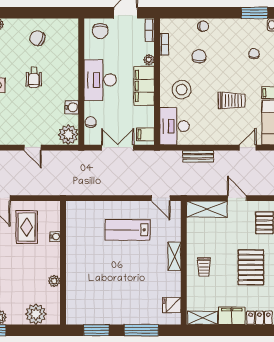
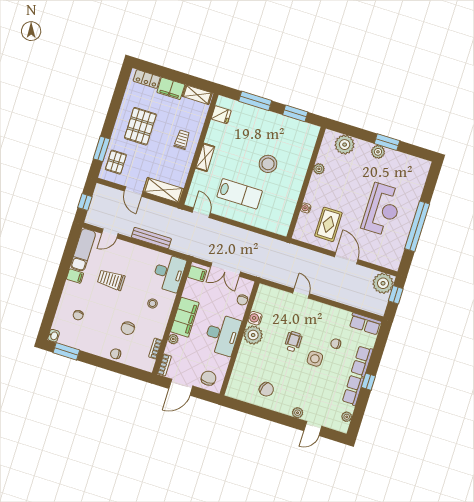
wheelchair: (34, 77) -> (293, 342), moved
stool: (182, 90) -> (153, 303), width x0.53, depth x0.53
plant: (68, 135) -> (253, 335), moved
bench: (198, 156) -> (151, 238), width x1.36
stool: (108, 270) -> (268, 164), added

